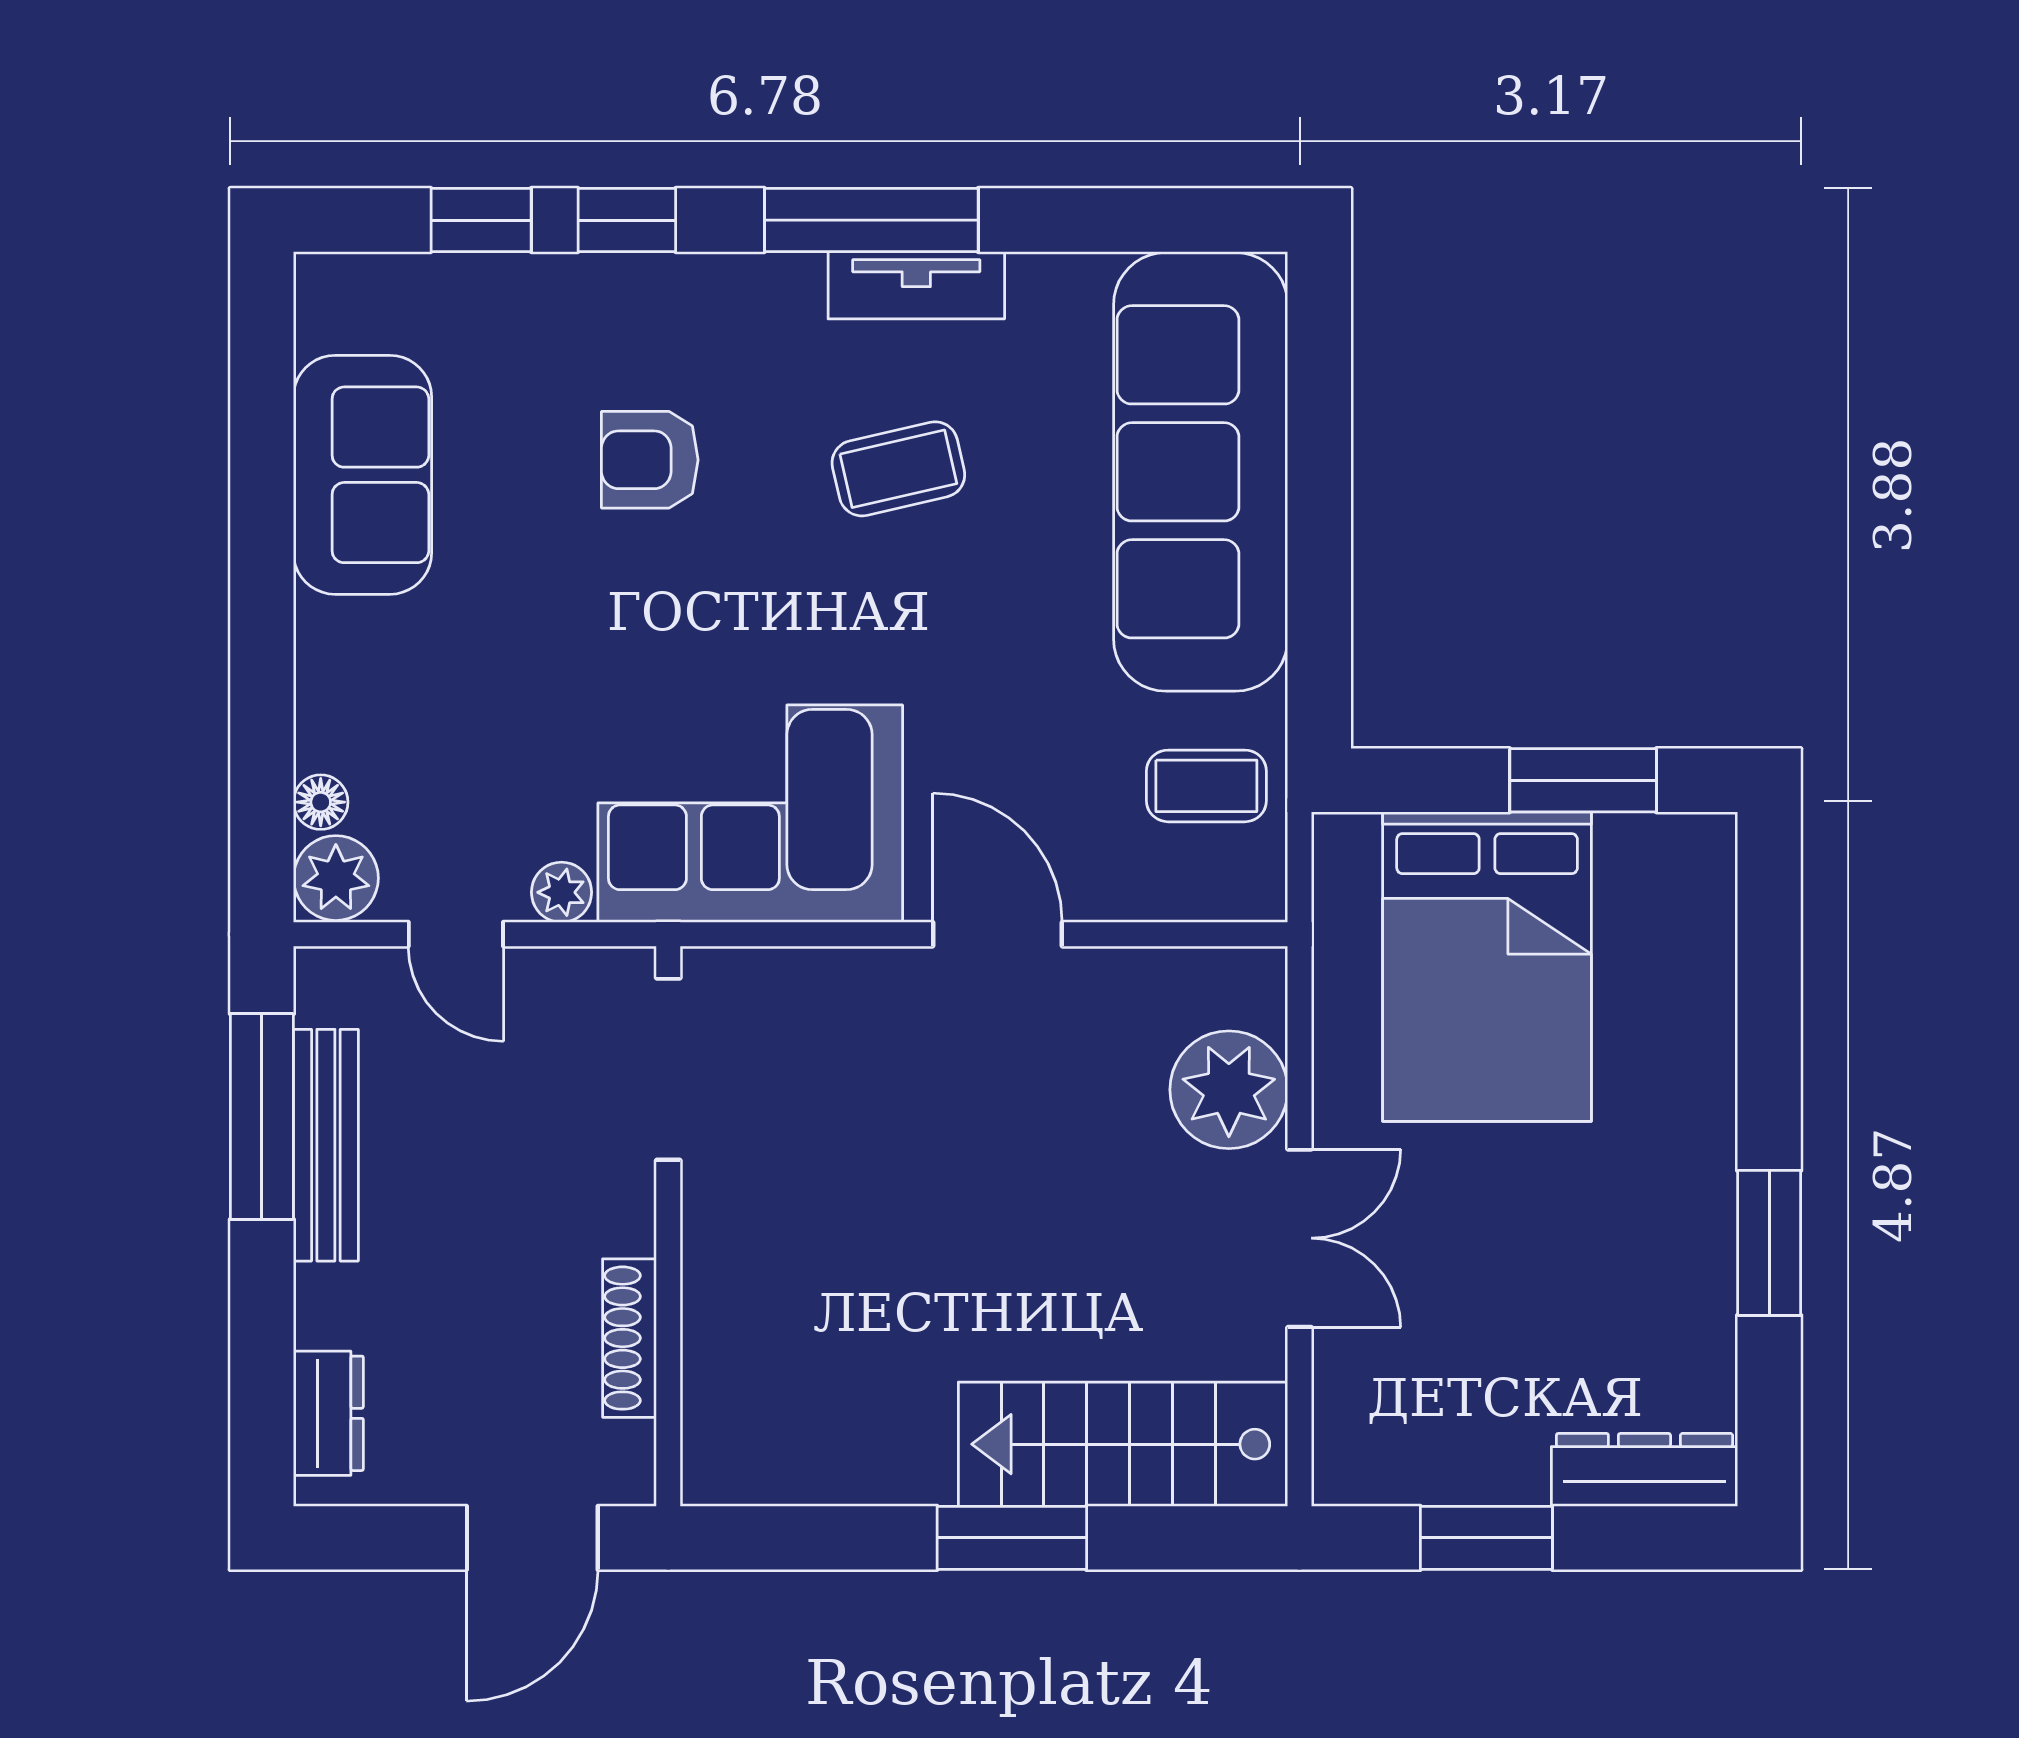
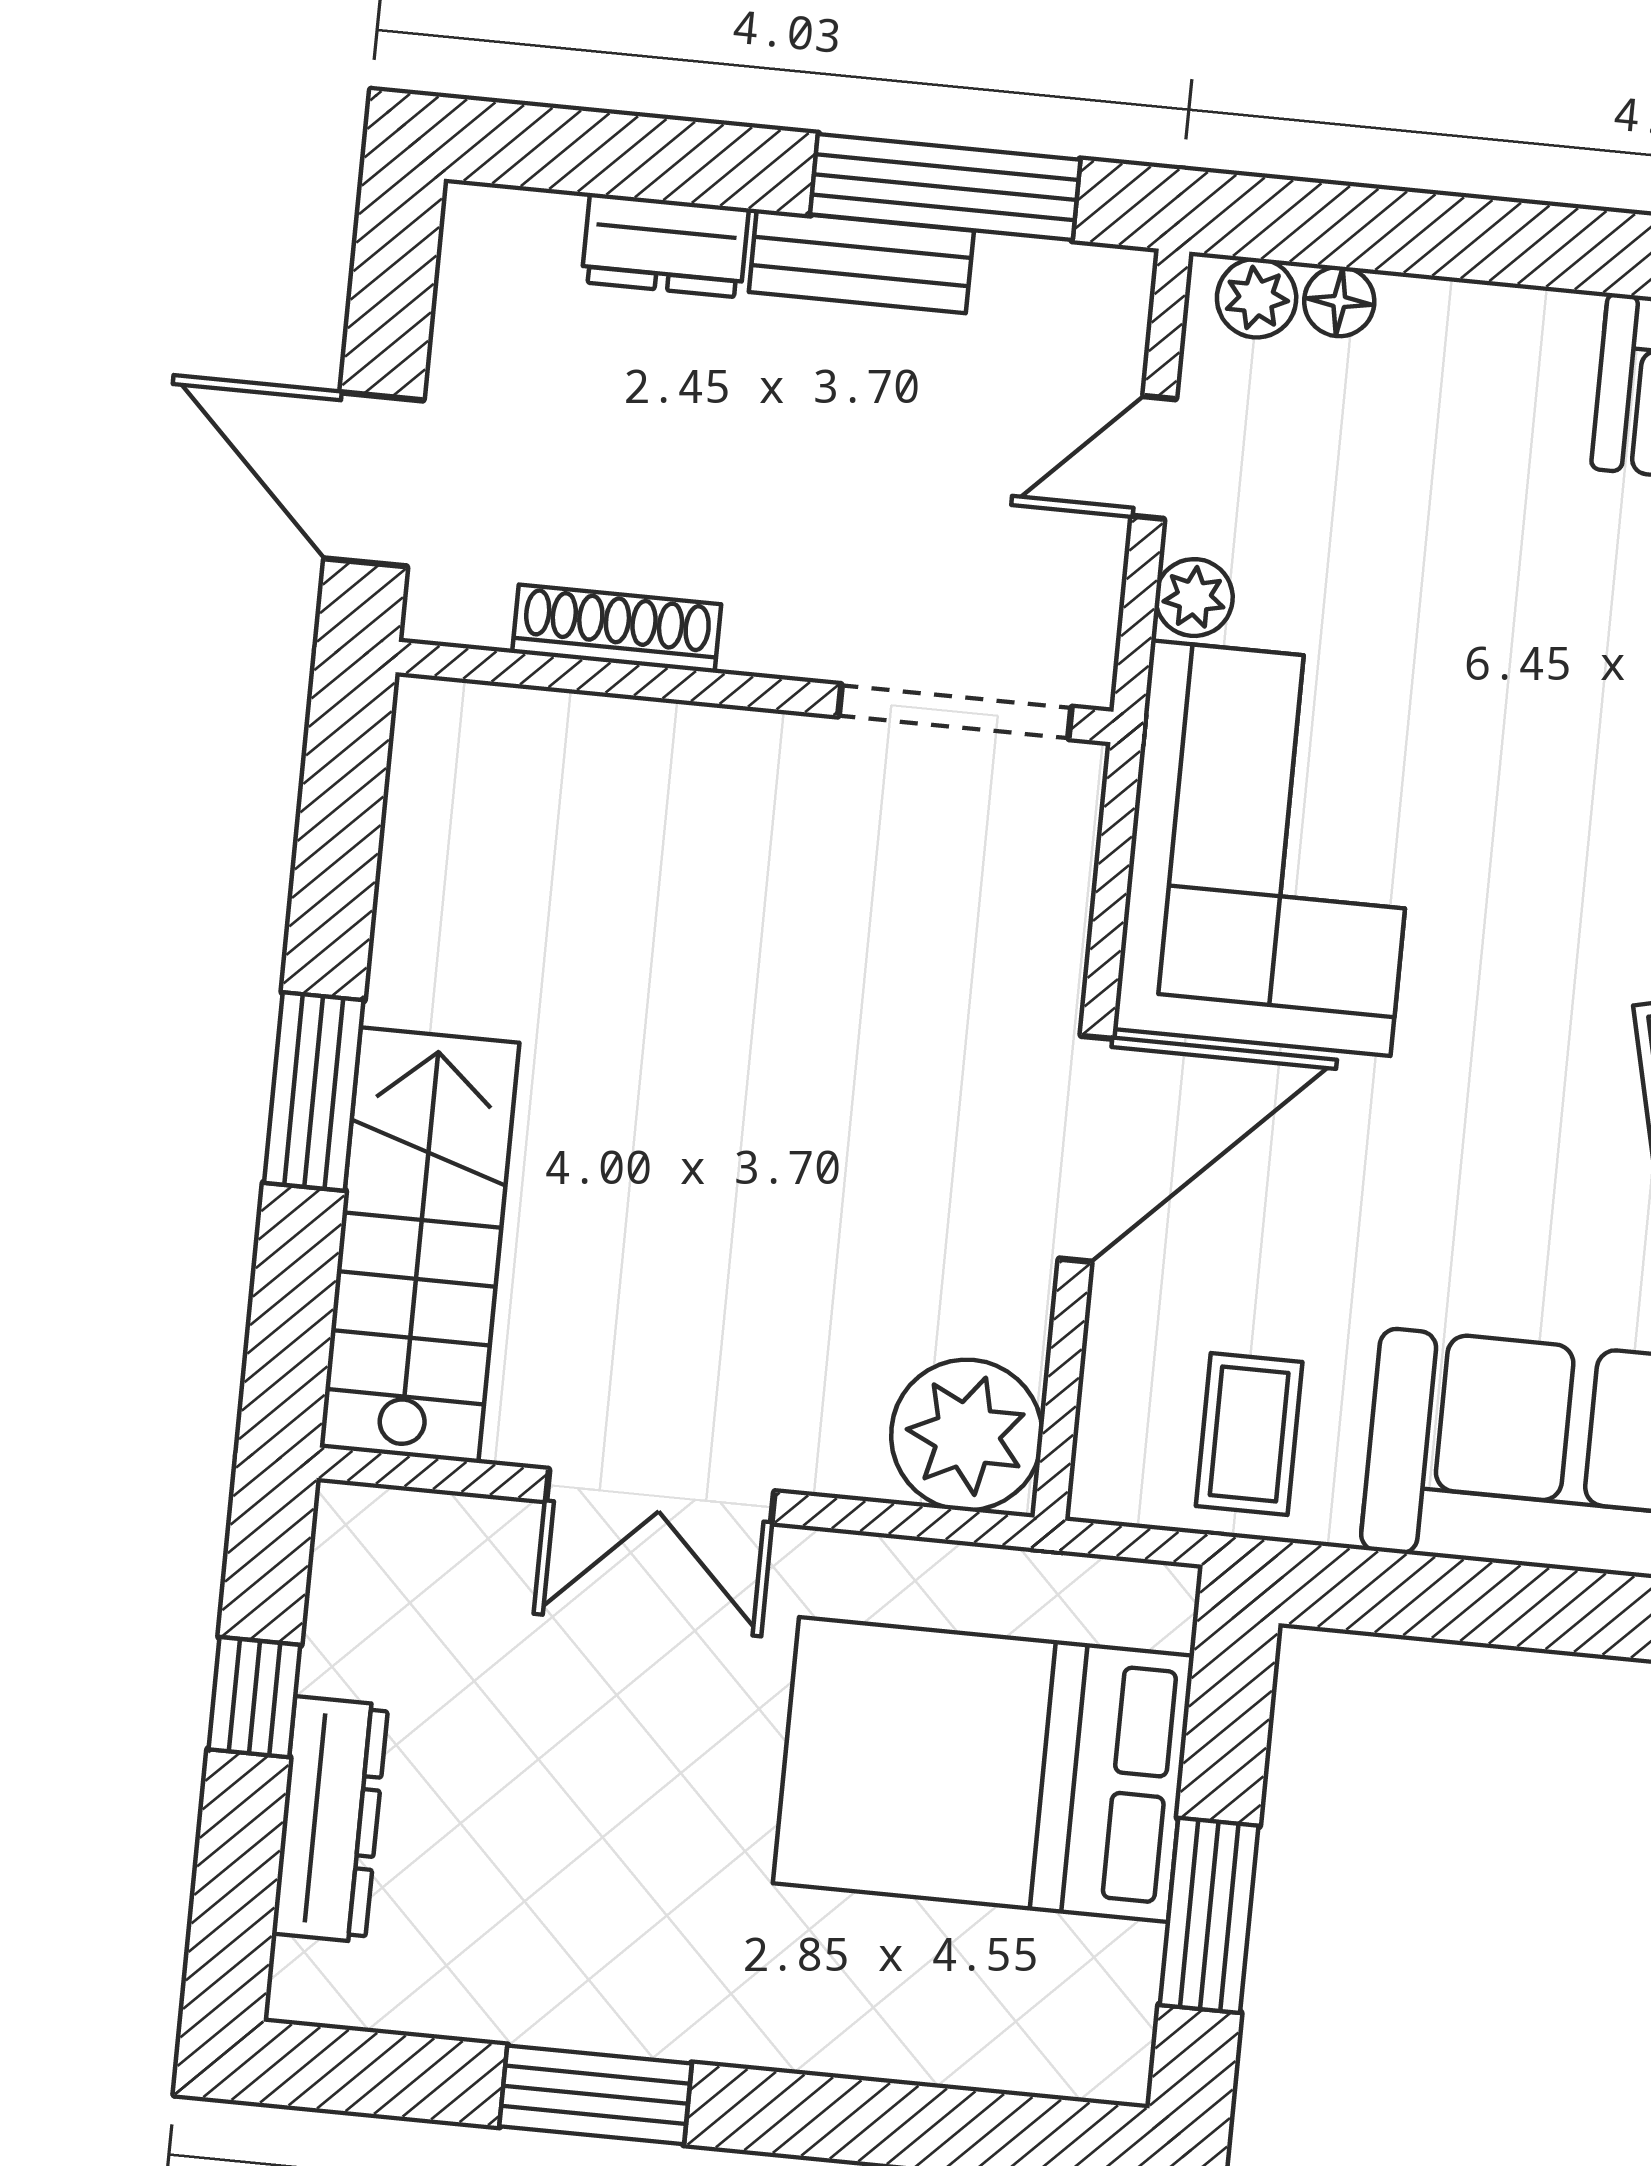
plant: (336, 878) -> (1257, 298), width x0.73, depth x0.73
door: (997, 934) -> (1086, 1149), width x1.36
plant: (1229, 1090) -> (967, 1435), moved
bench: (326, 1145) -> (861, 261), width x0.73
dresser: (328, 1413) -> (665, 245), moved
dresser: (1644, 1470) -> (330, 1819), moved
window: (1486, 1538) -> (254, 1697), width x0.67

